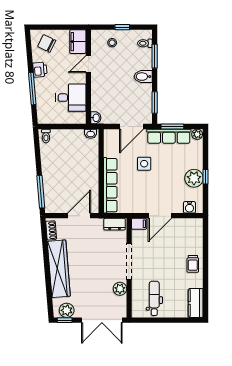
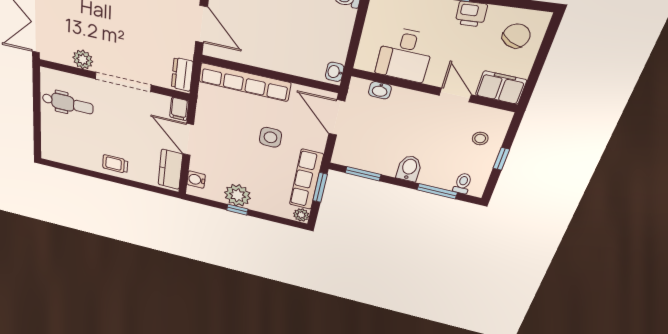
washbasin: (96, 118) -> (380, 90), moved
door: (131, 126) -> (337, 118), moved
kitchen counter: (196, 303) -> (170, 169), moved, turned -90

